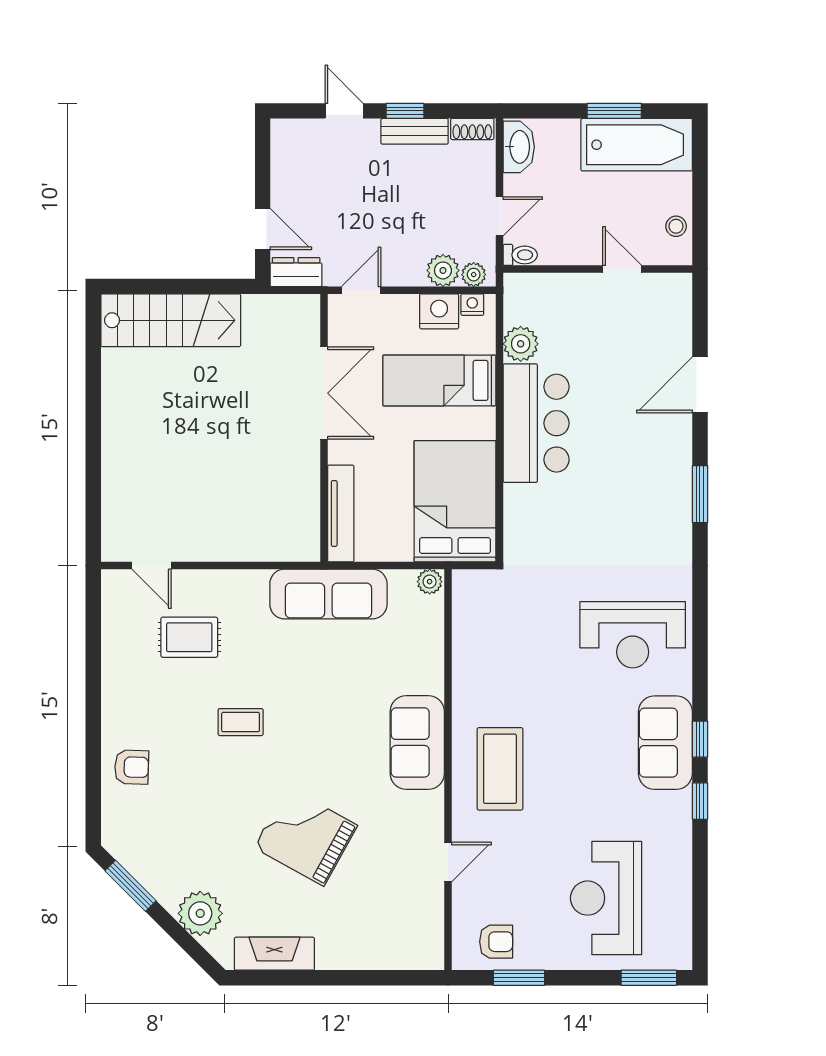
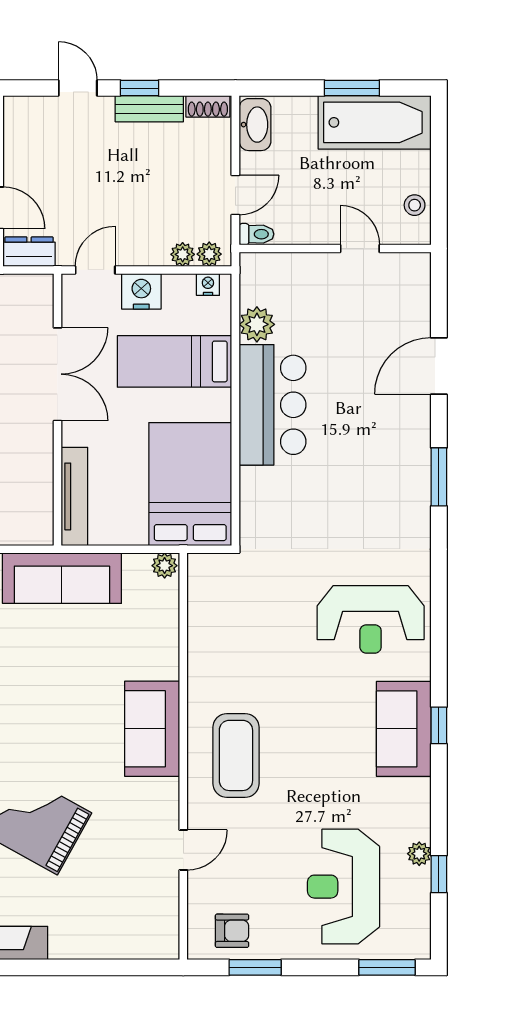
plant: (443, 270) -> (183, 254), width x0.73, depth x0.73
nightstand: (439, 311) -> (141, 291), moved
window: (700, 801) -> (439, 874), moved
plant: (681, 866) -> (419, 854), added

